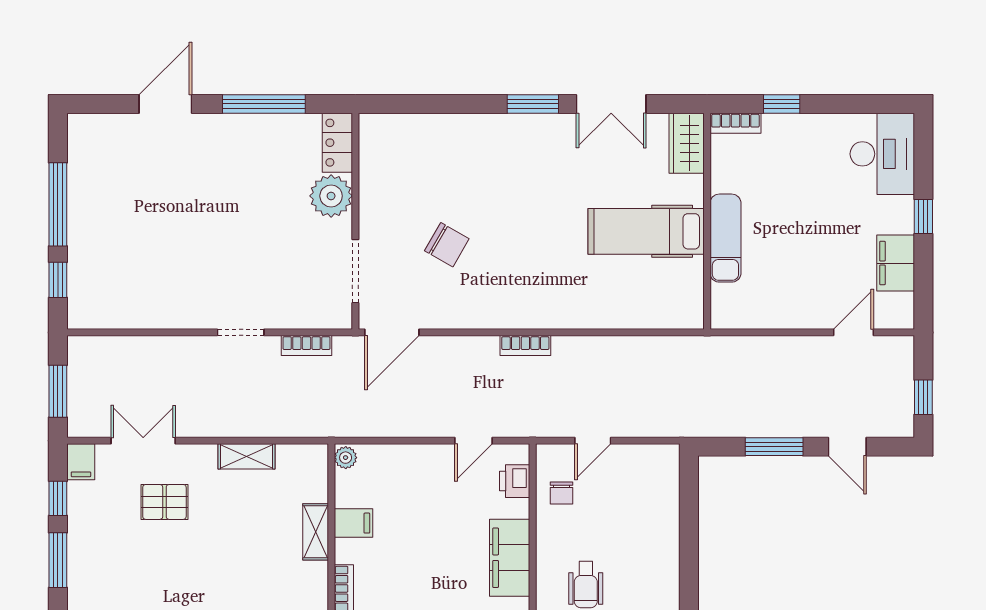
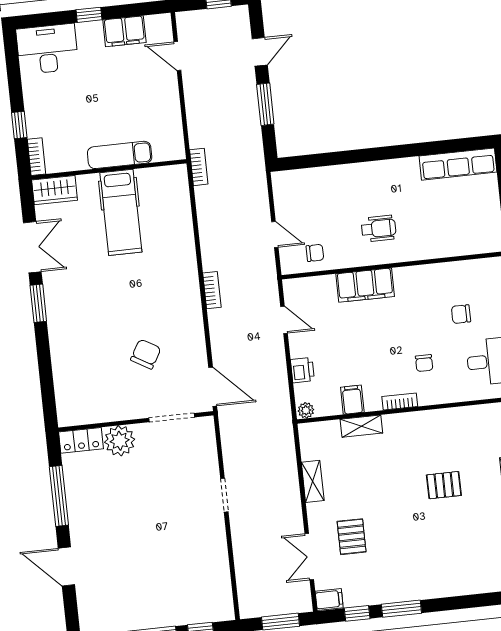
bookcase: (307, 346) -> (199, 167), moved
printer: (515, 481) -> (302, 370), moved, turned -90

